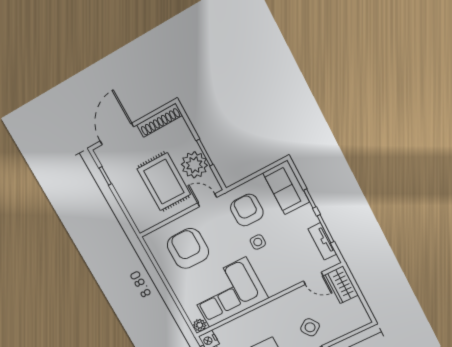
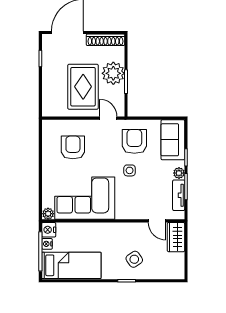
plant: (194, 165) -> (113, 73), moved
plant: (311, 219) -> (179, 173), added
armchair: (188, 248) -> (73, 147), width x0.73, depth x0.73

